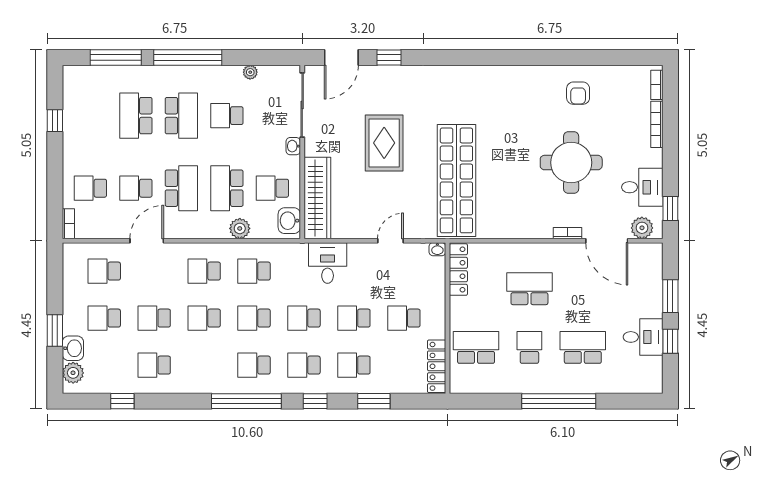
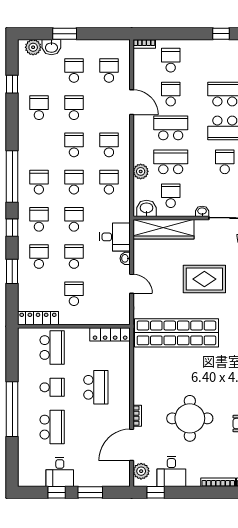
school desk: (181, 188) -> (171, 128), turned 180
washbasin: (437, 249) -> (125, 258), moved

